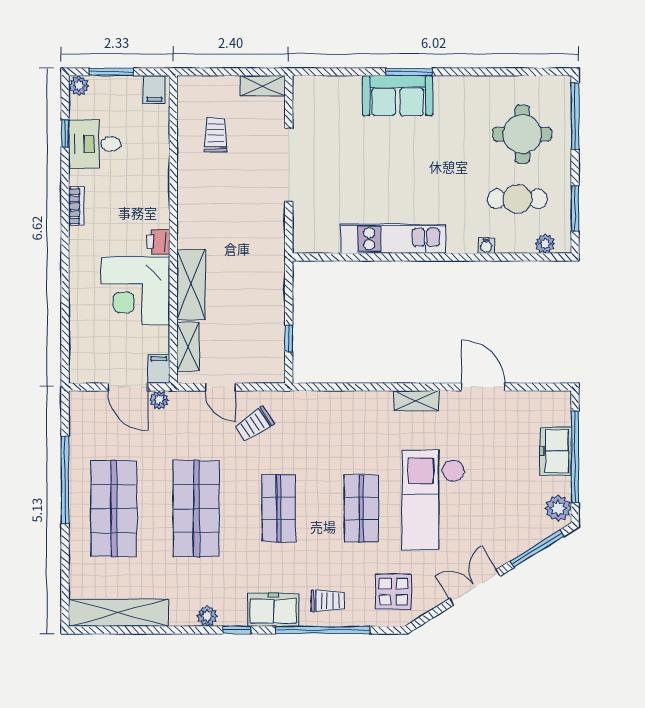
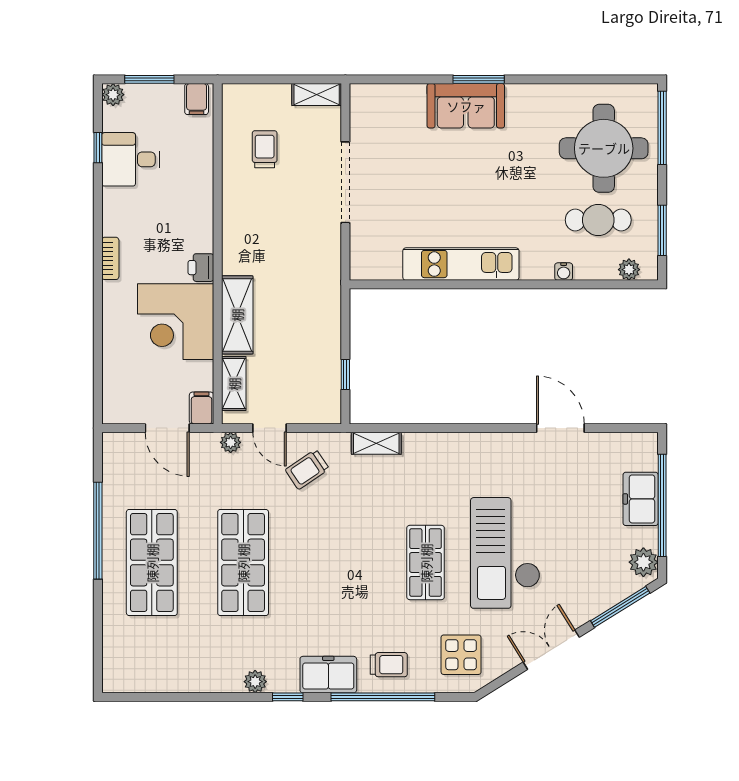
round table: (522, 134) -> (604, 148), width x1.36, depth x1.36
bookcase: (76, 206) -> (110, 258), moved
plant: (159, 400) -> (231, 442), moved
shelving: (416, 401) -> (376, 443), moved
shop shelf: (279, 508) -> (334, 563), removed
shelving: (118, 613) -> (157, 678), removed

